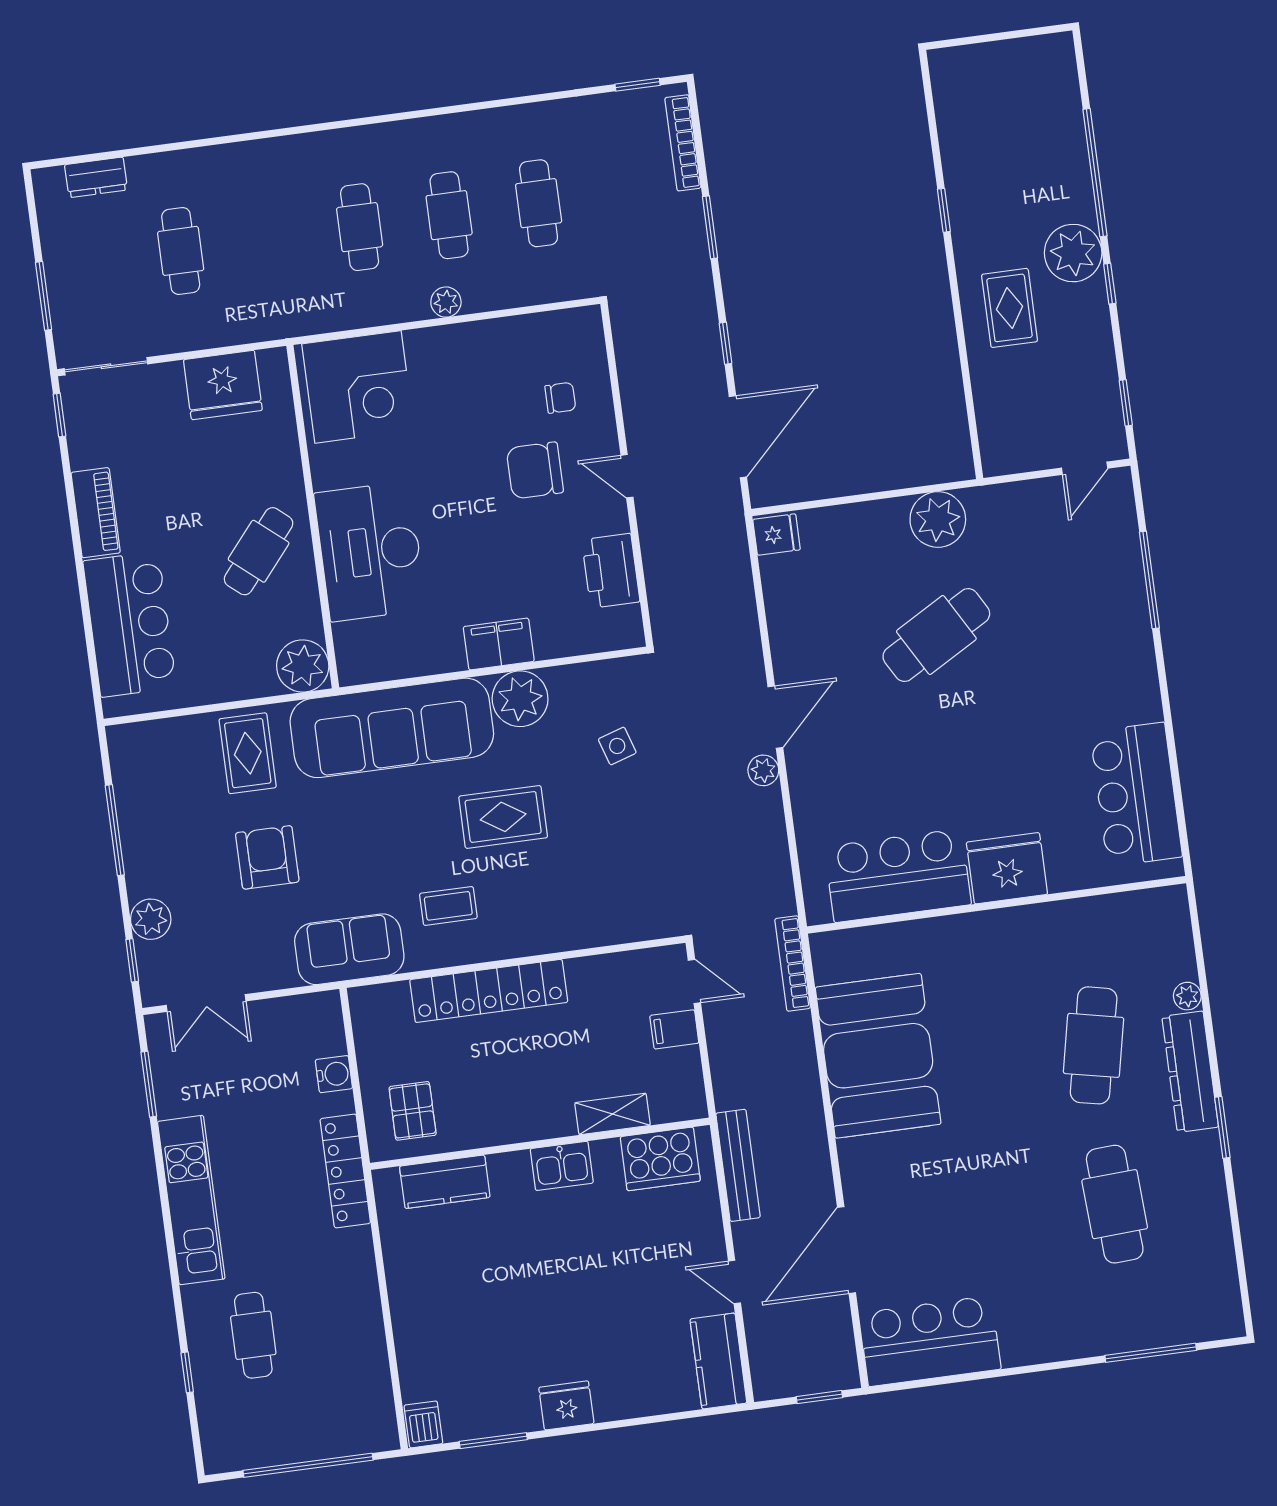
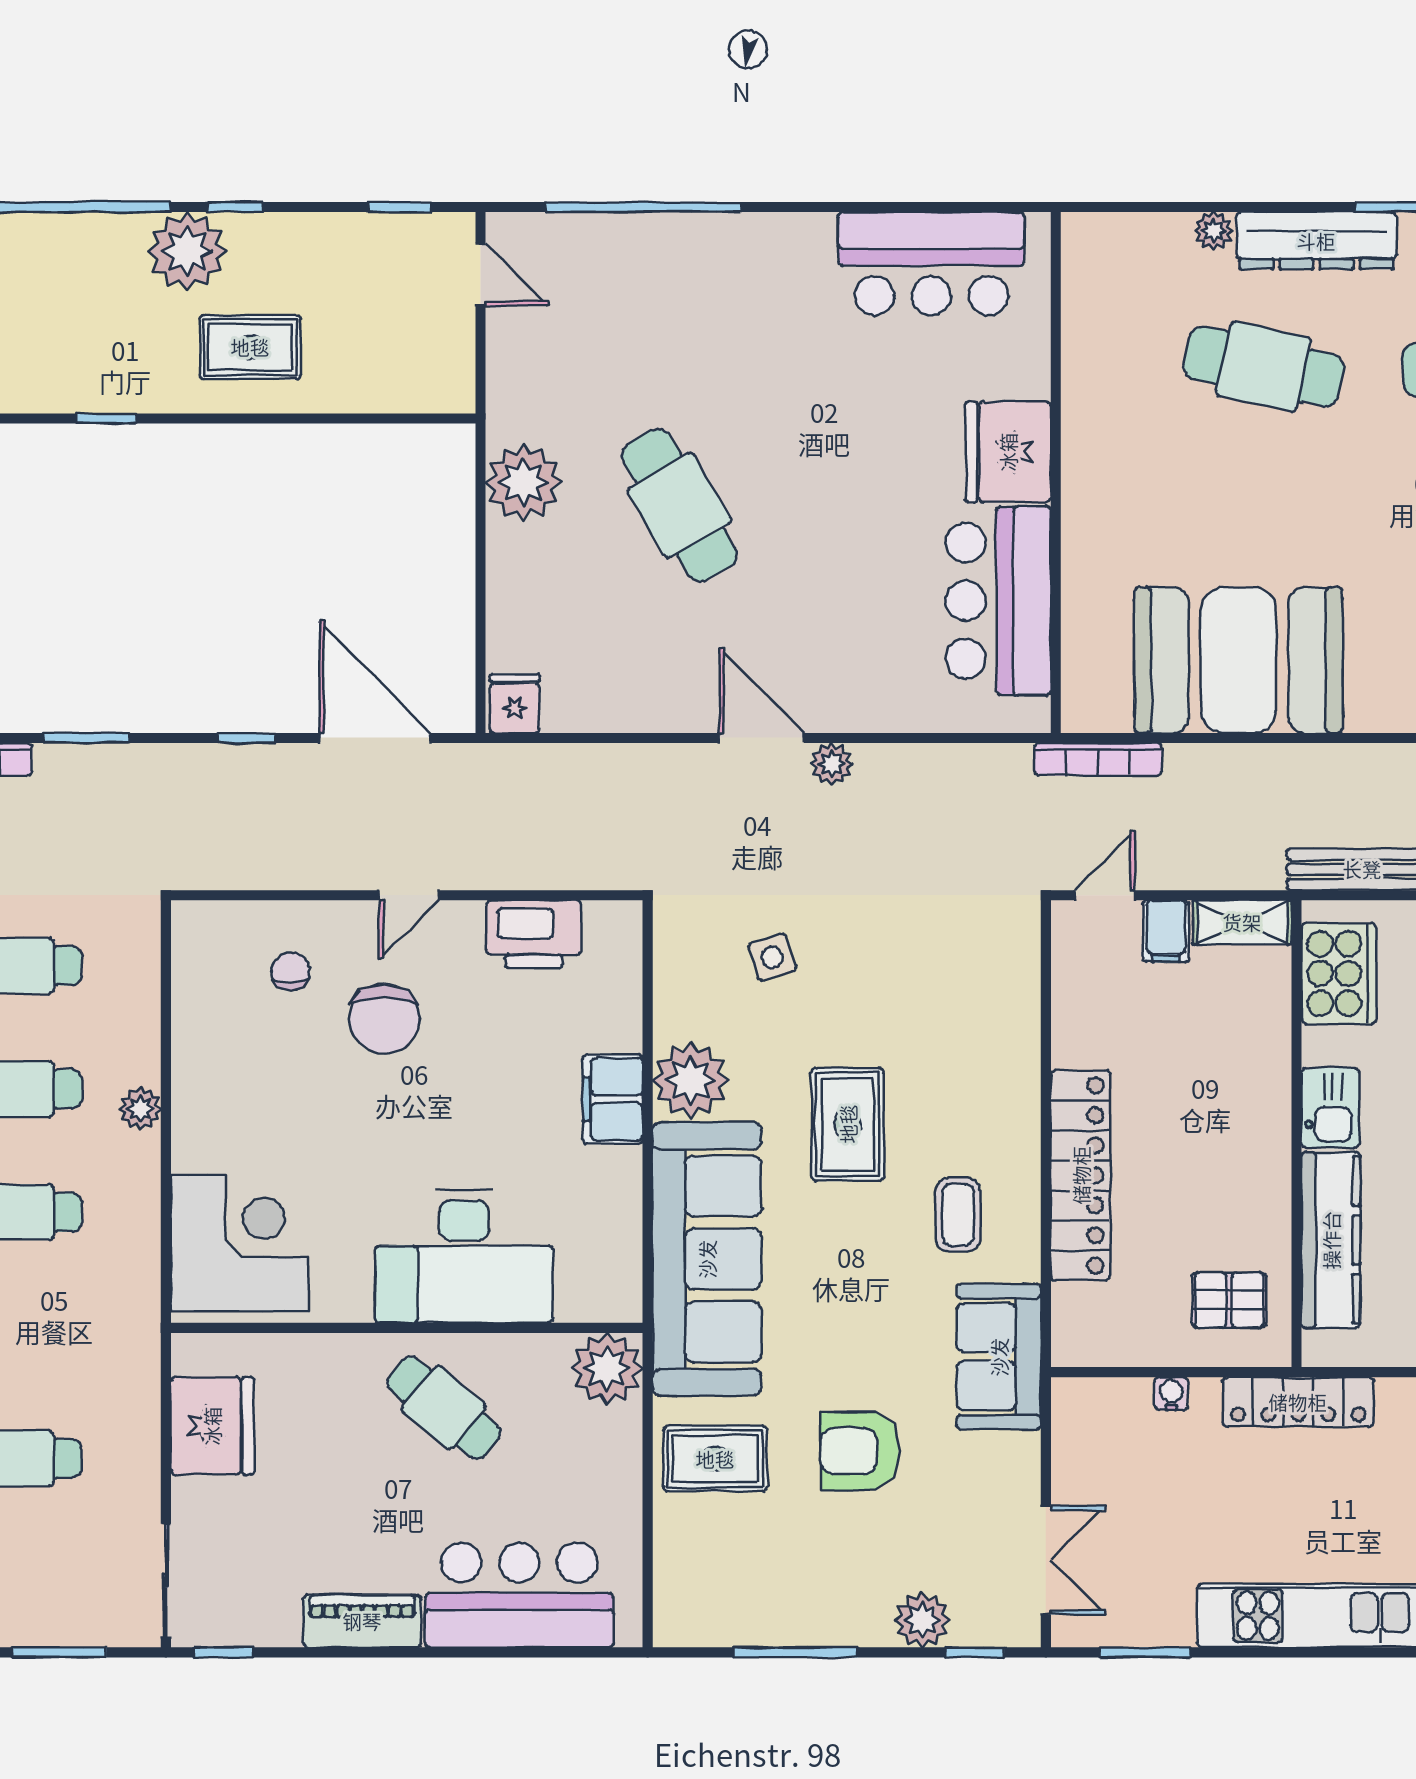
window: (1149, 580) -> (643, 207), width x1.46
water cooler: (334, 1074) -> (1171, 1394), width x0.72, depth x0.72
shelving: (613, 1114) -> (1242, 922), moved, turned 90
kitchen counter: (445, 1182) -> (1331, 1240), width x1.50

